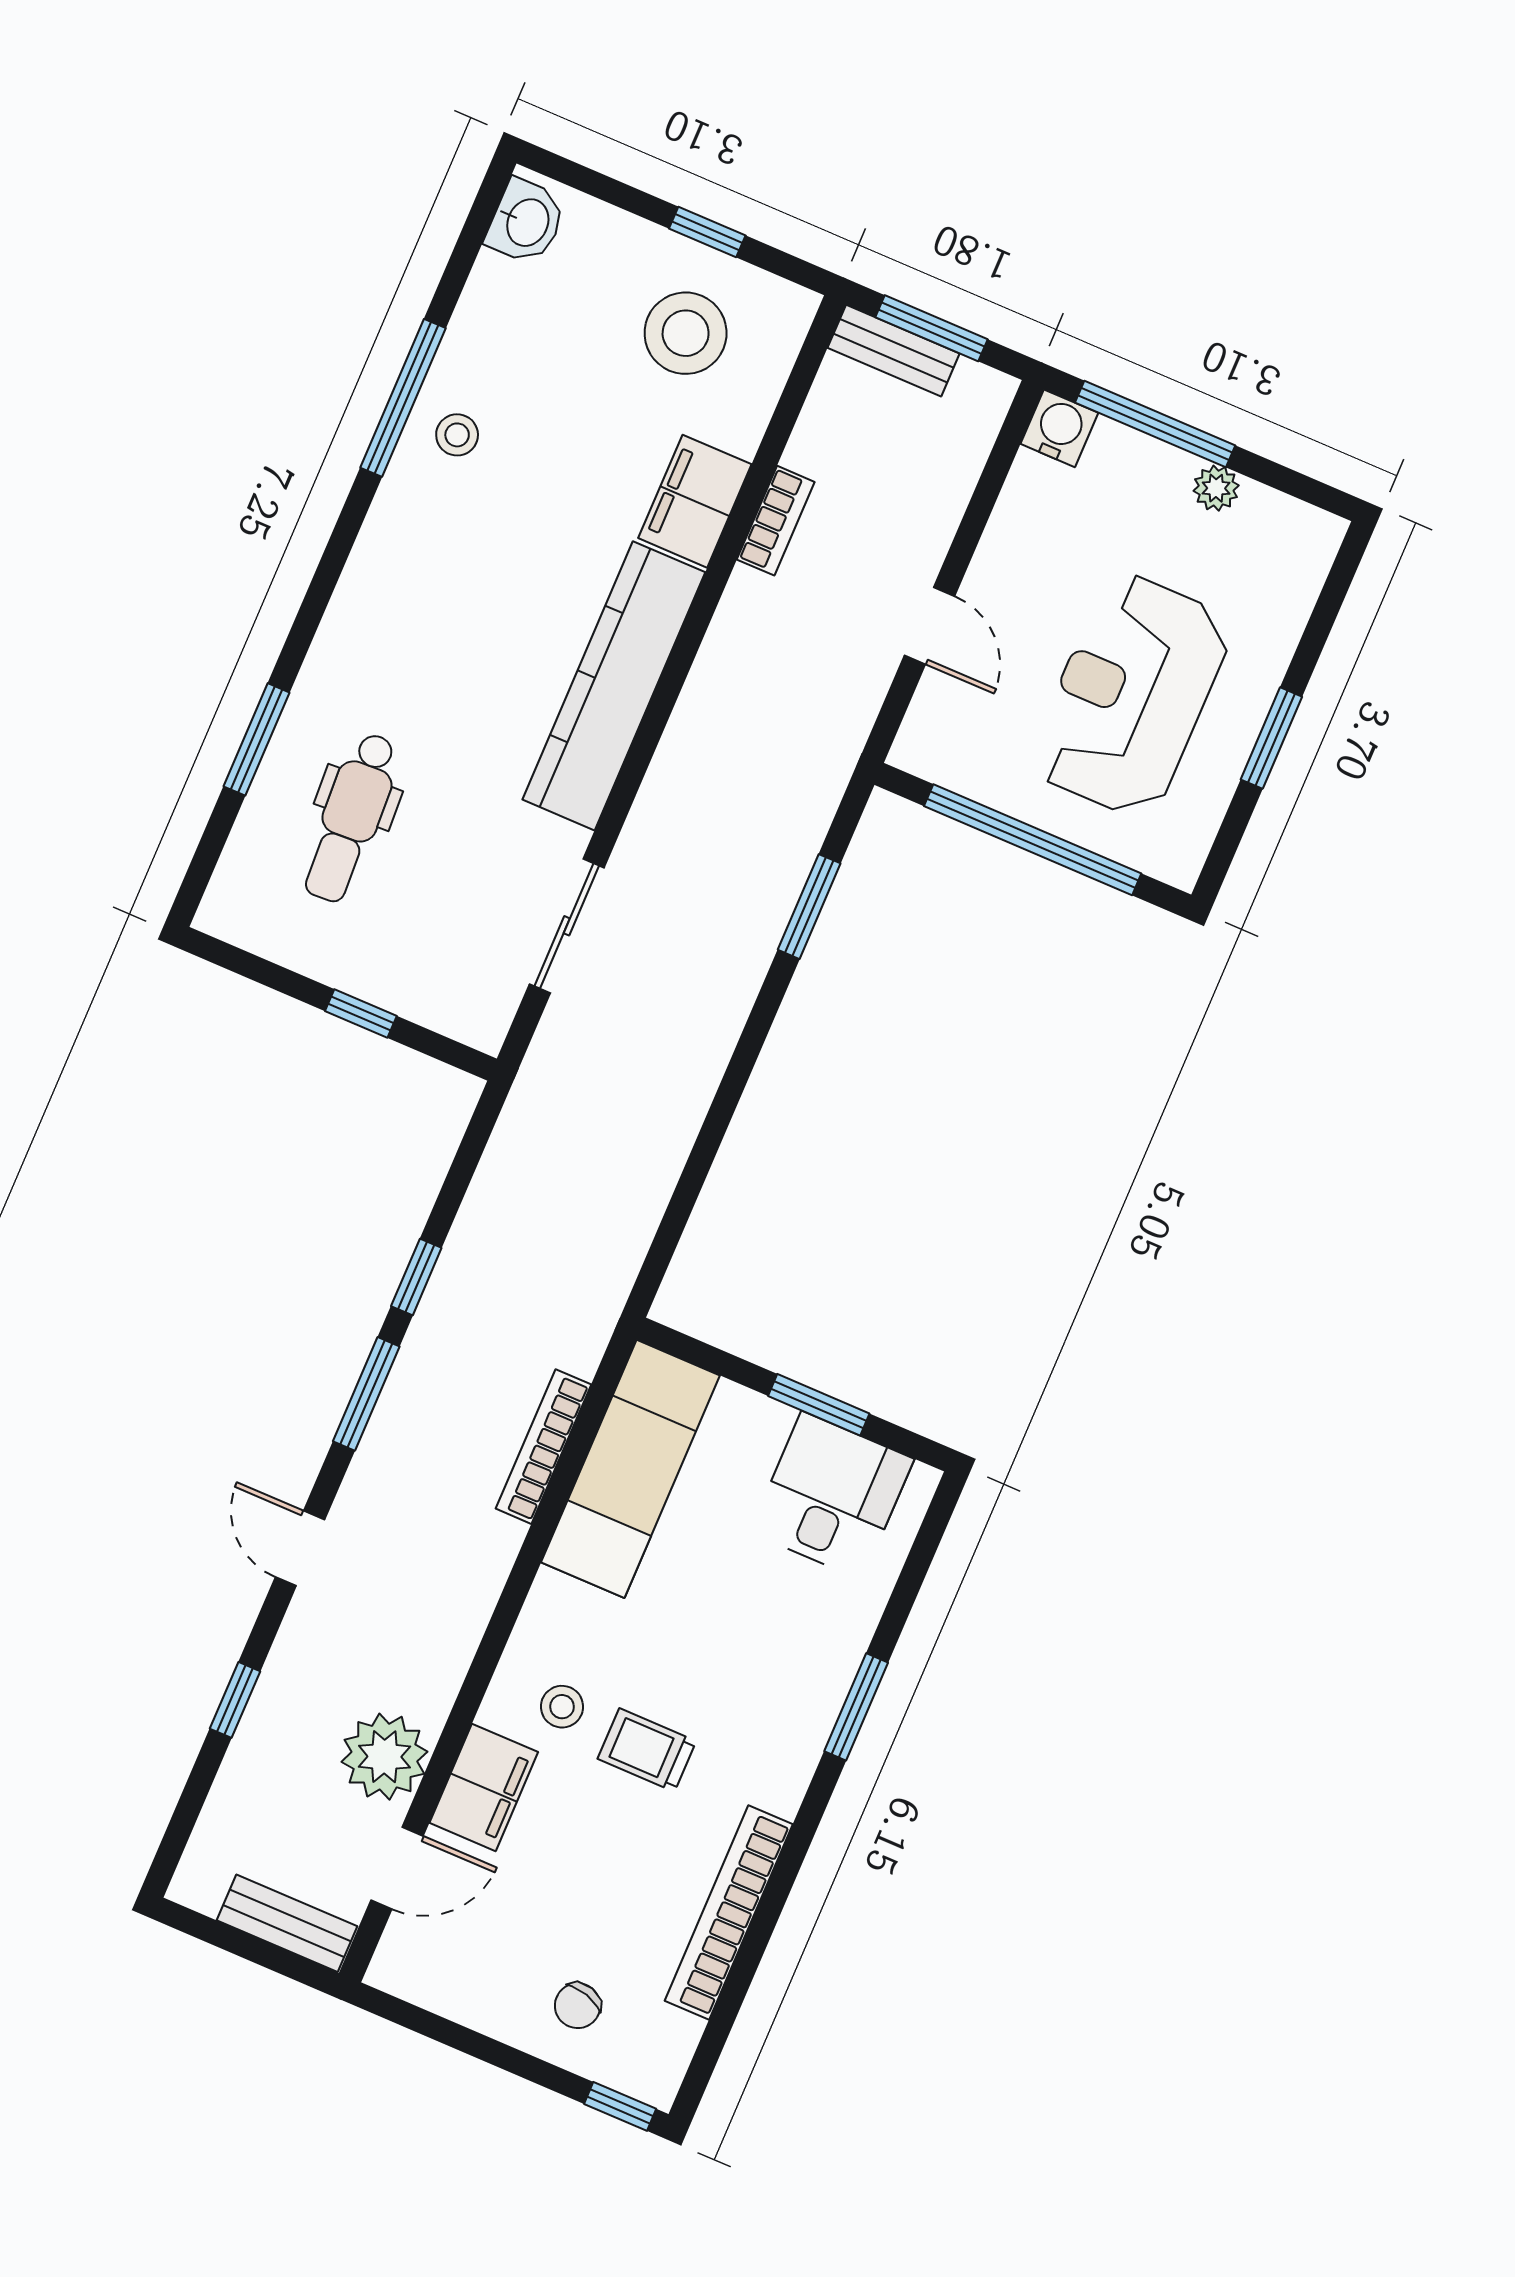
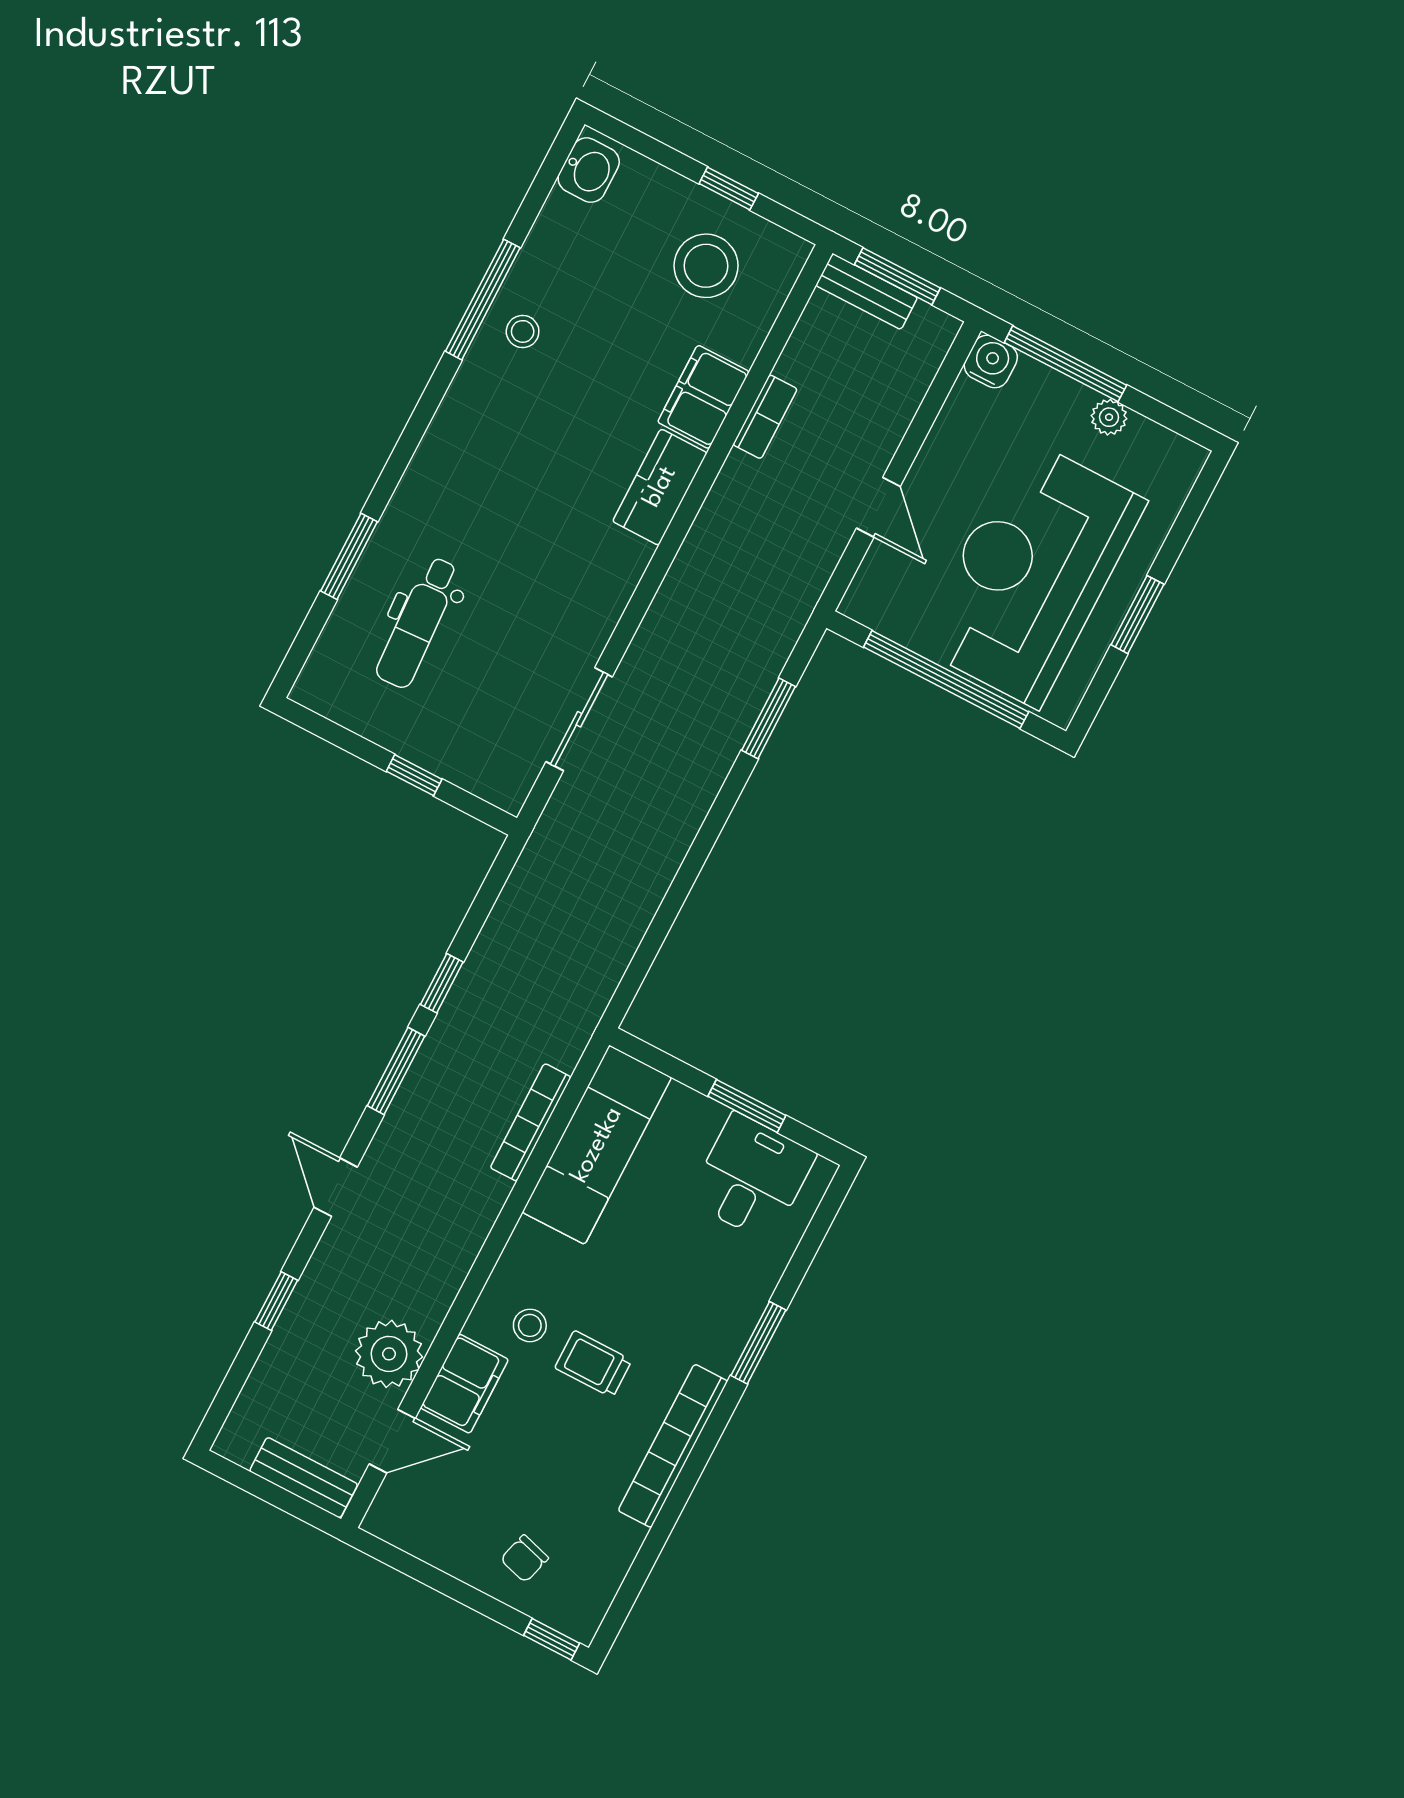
kitchen counter: (614, 686) -> (660, 487), width x0.48, depth x0.86
reception desk: (1131, 695) -> (1031, 573), width x1.36, depth x1.30
bookcase: (729, 1913) -> (673, 1446), moved

